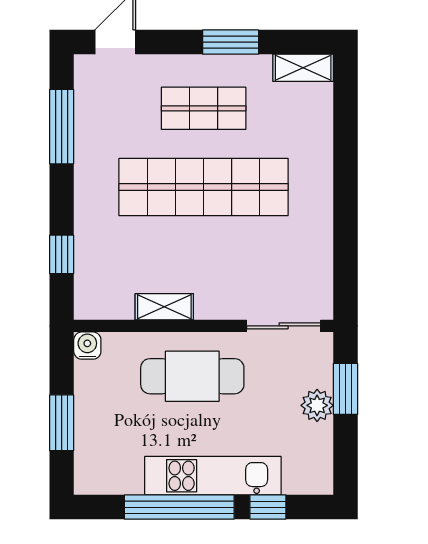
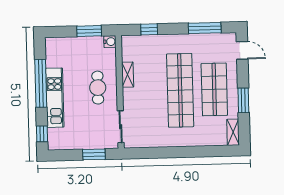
shop shelf: (204, 108) -> (214, 89), width x1.43, depth x1.36
cafe table: (192, 376) -> (98, 88), width x0.73, depth x0.74
plant: (317, 405) -> (86, 142), removed
window: (62, 423) -> (89, 31), moved
window: (268, 507) -> (42, 134), moved

